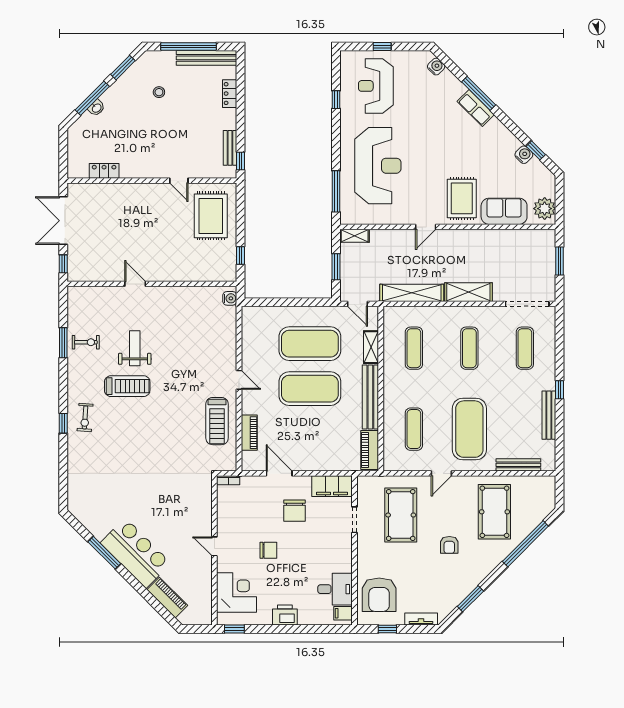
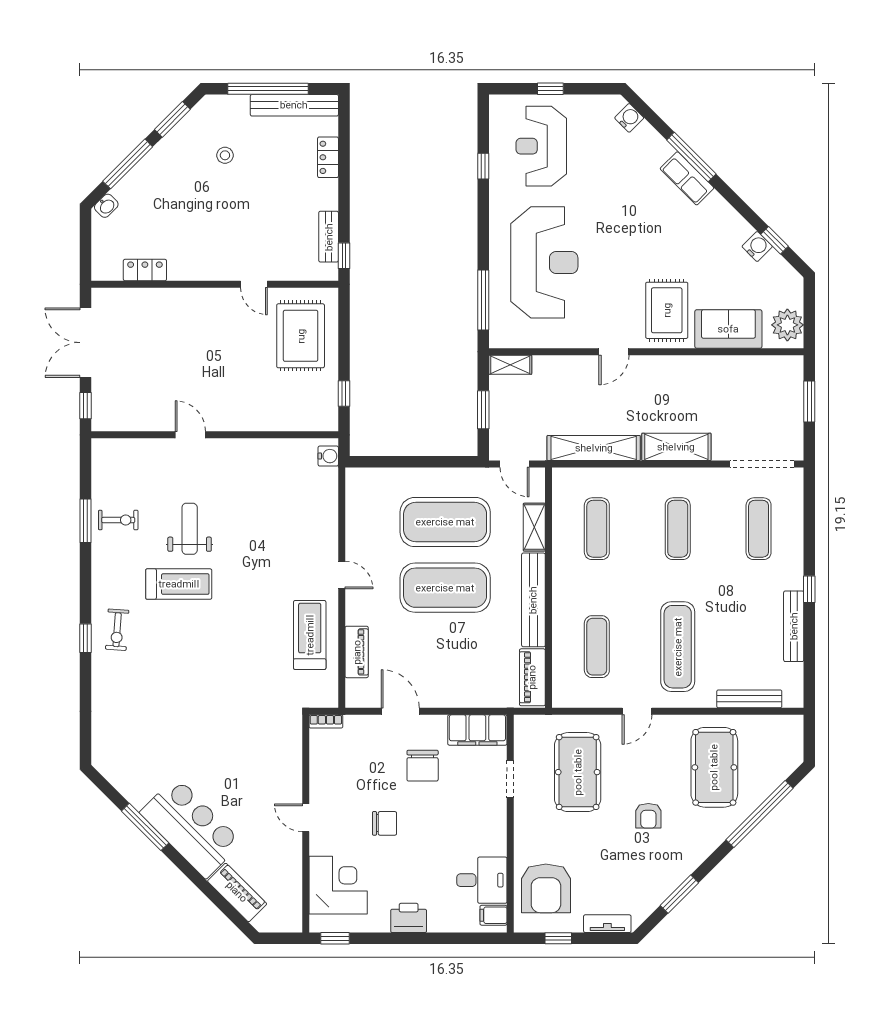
washbasin: (96, 108) -> (106, 206), moved
treadmill: (217, 421) -> (310, 635), turned 180
exercise mat: (469, 429) -> (678, 647), width x0.68

